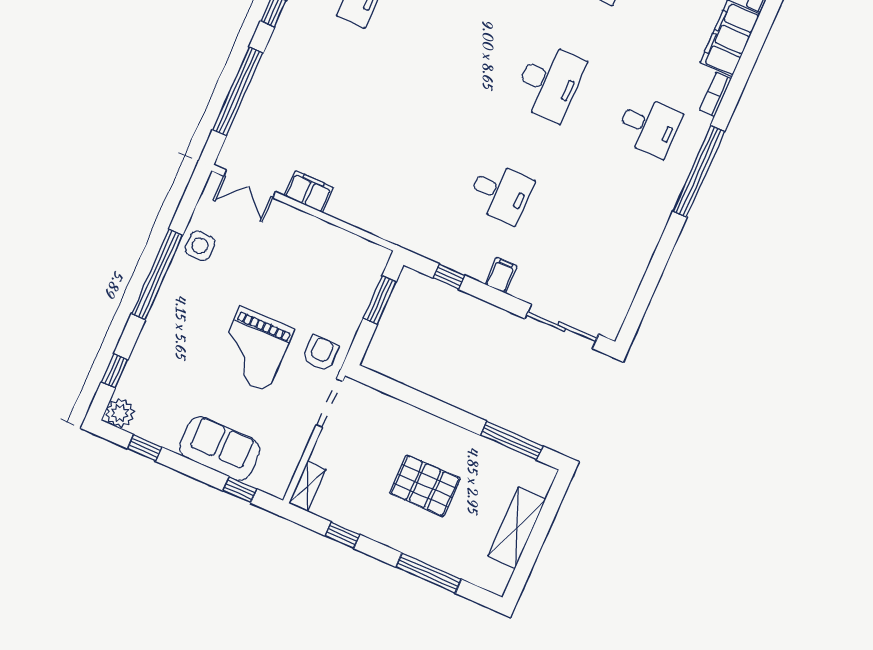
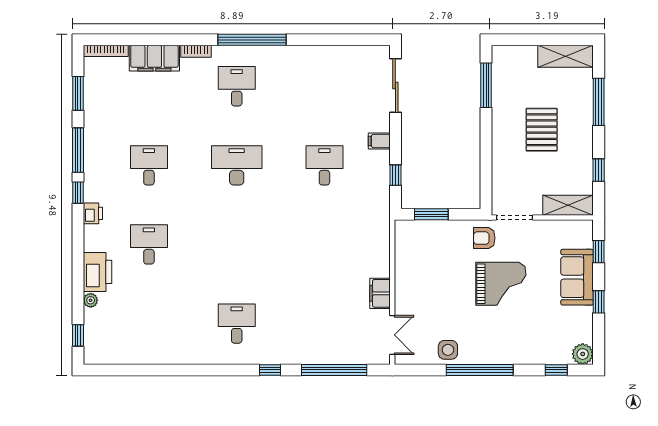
window: (145, 448) -> (599, 302), moved
shelving: (307, 486) -> (568, 205), width x1.50, depth x1.33
shelving: (517, 528) -> (566, 56), moved

